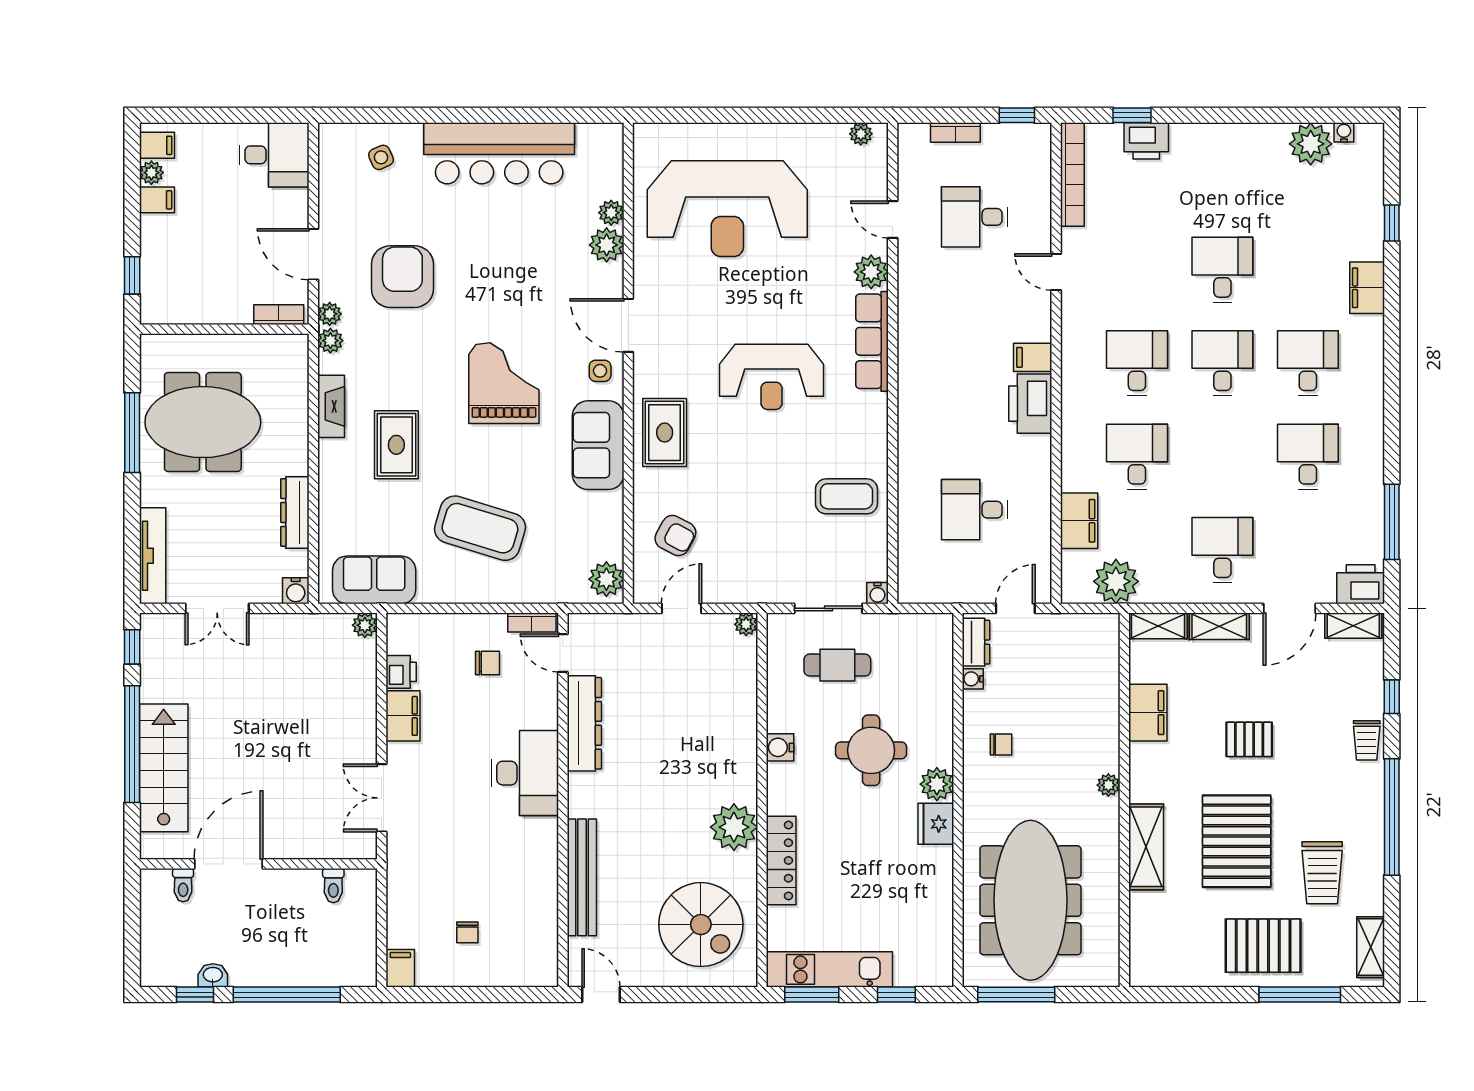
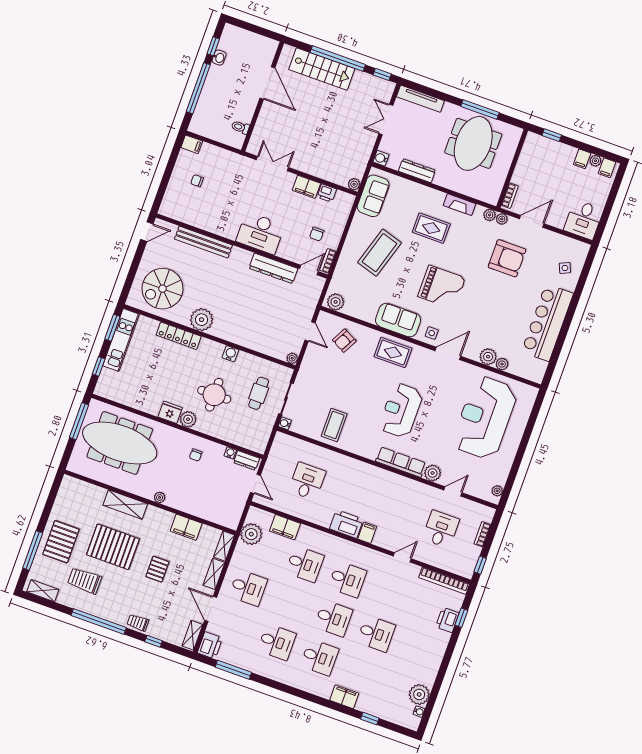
toilet: (183, 885) -> (265, 59), removed

